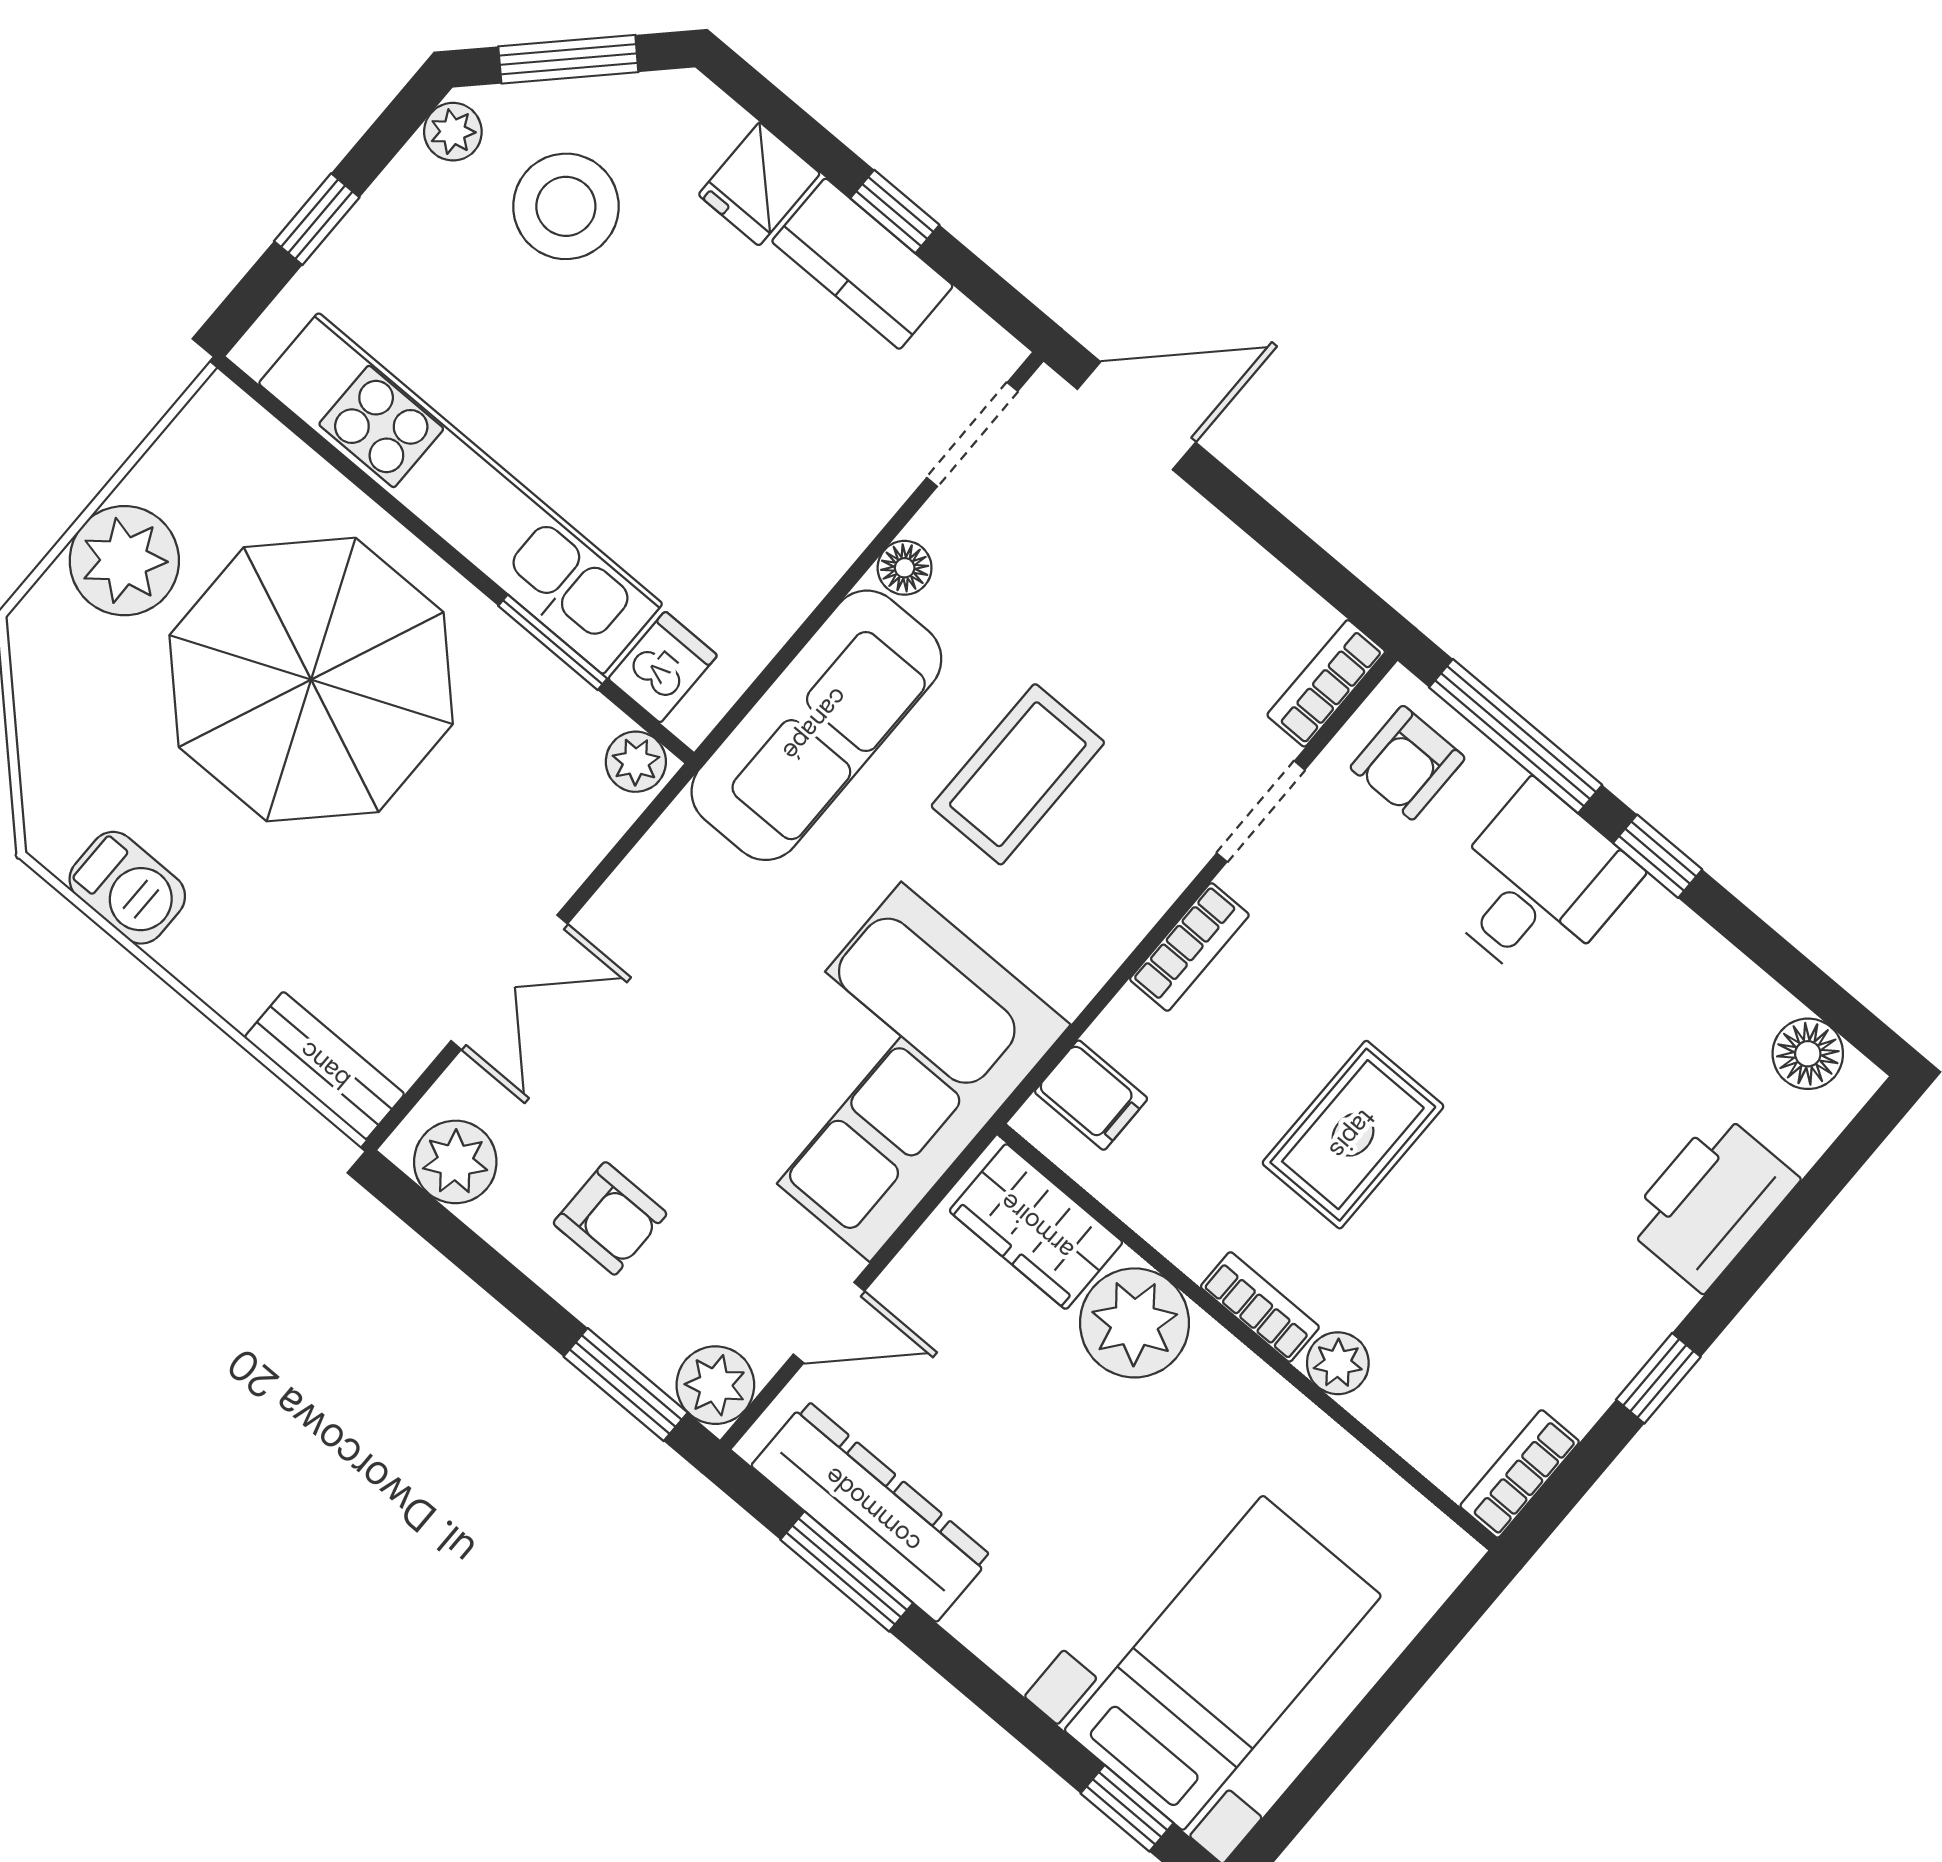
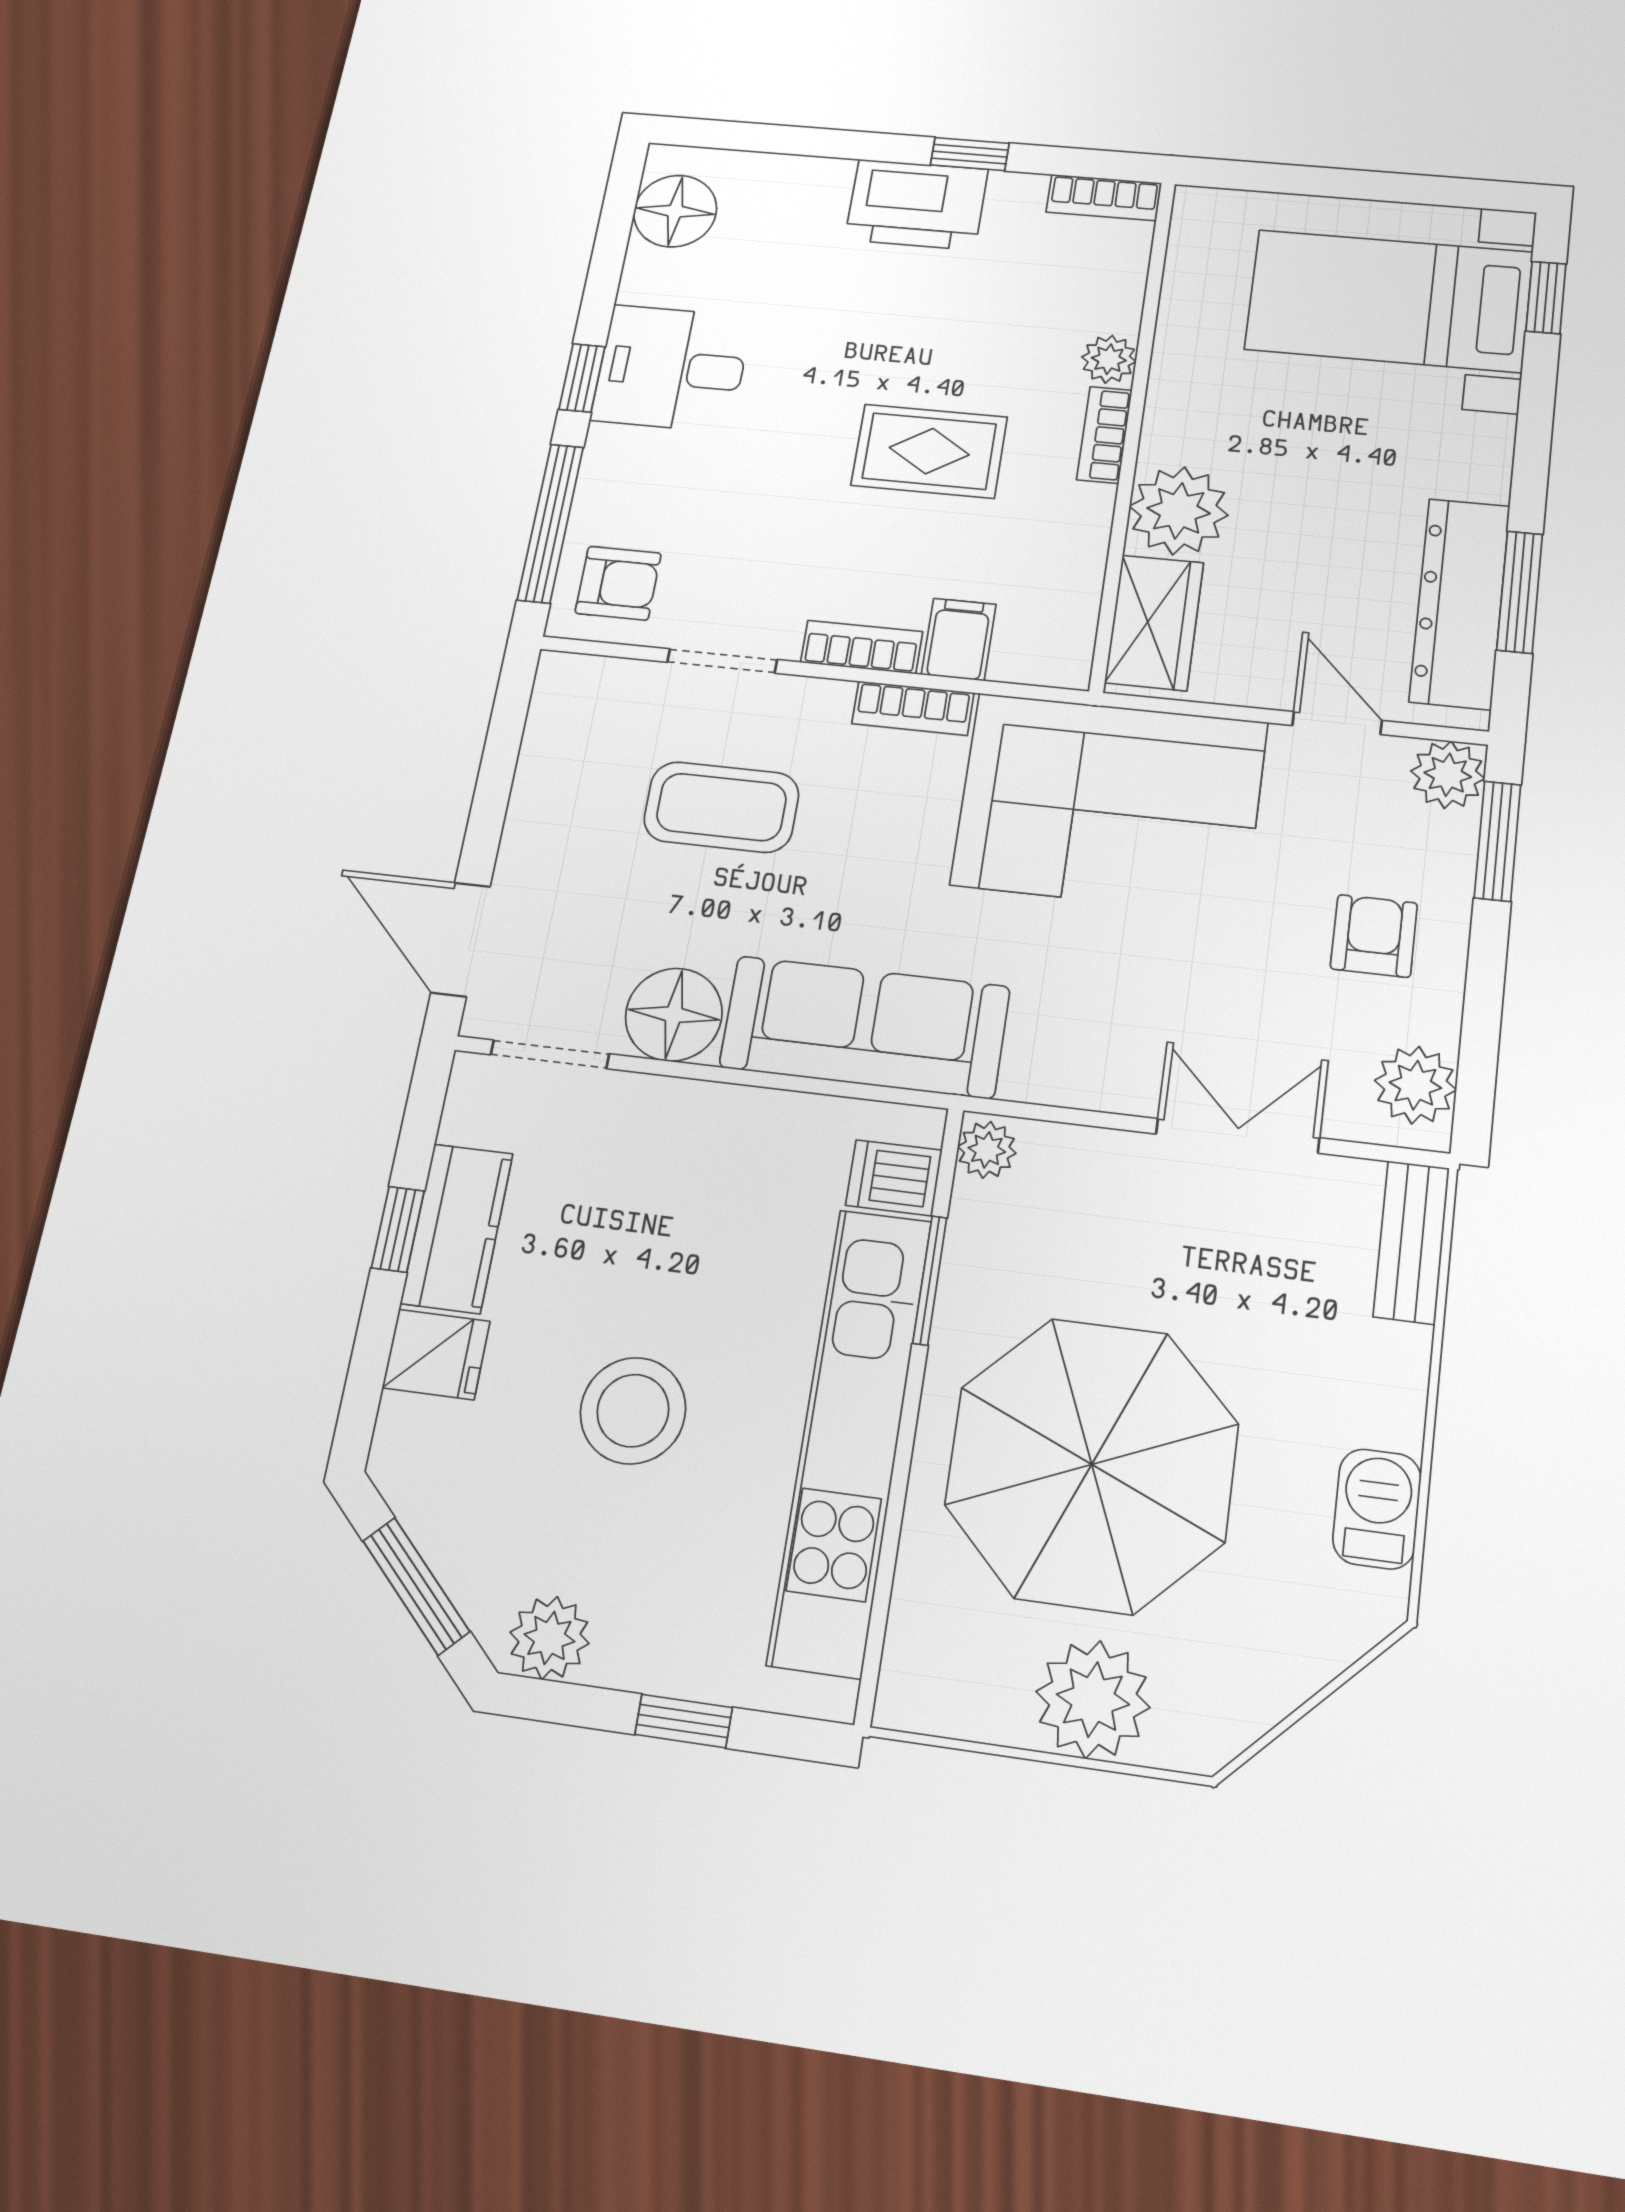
plant: (453, 132) -> (549, 1638), width x1.38, depth x1.38
stool: (566, 206) -> (633, 1411), moved
floor lamp: (905, 568) -> (674, 1015), width x1.89, depth x1.89
bookcase: (1326, 683) -> (913, 708), moved
coffee table: (1018, 774) -> (721, 807), moved
desk: (1537, 886) -> (671, 368), moved
floor lamp: (1808, 1054) -> (675, 211), width x1.38, depth x1.38
filing cabinet: (1091, 1095) -> (959, 639), moved
printer: (1711, 1202) -> (916, 205), moved

